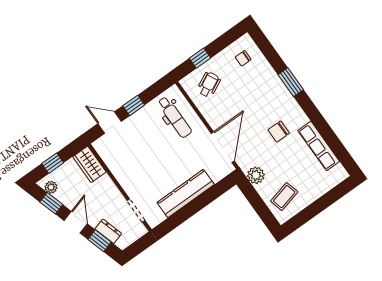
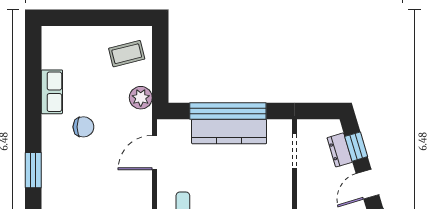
row of seats: (319, 146) -> (52, 92), width x0.68
door: (223, 147) -> (155, 153), width x0.73
window: (195, 206) -> (228, 111), added

